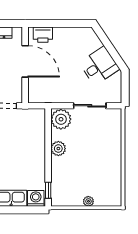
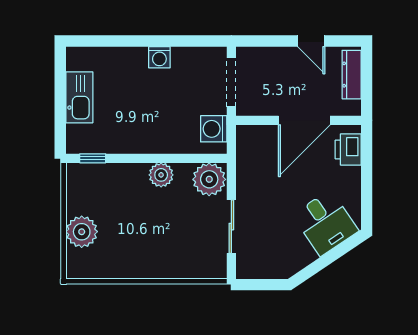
desk: (99, 66) -> (325, 223), moved
washing machine: (36, 198) -> (214, 129), moved, turned 180
plant: (88, 201) -> (82, 232), width x1.88, depth x1.88

